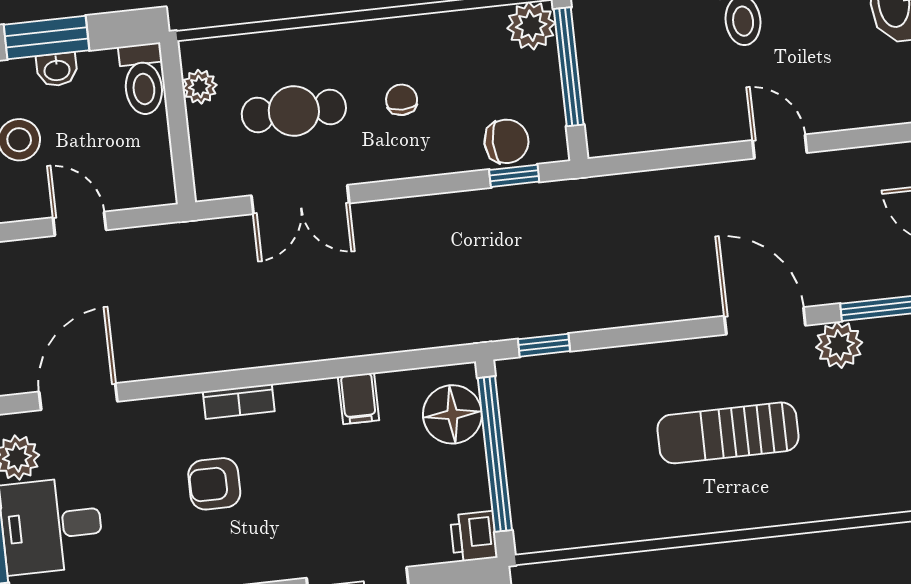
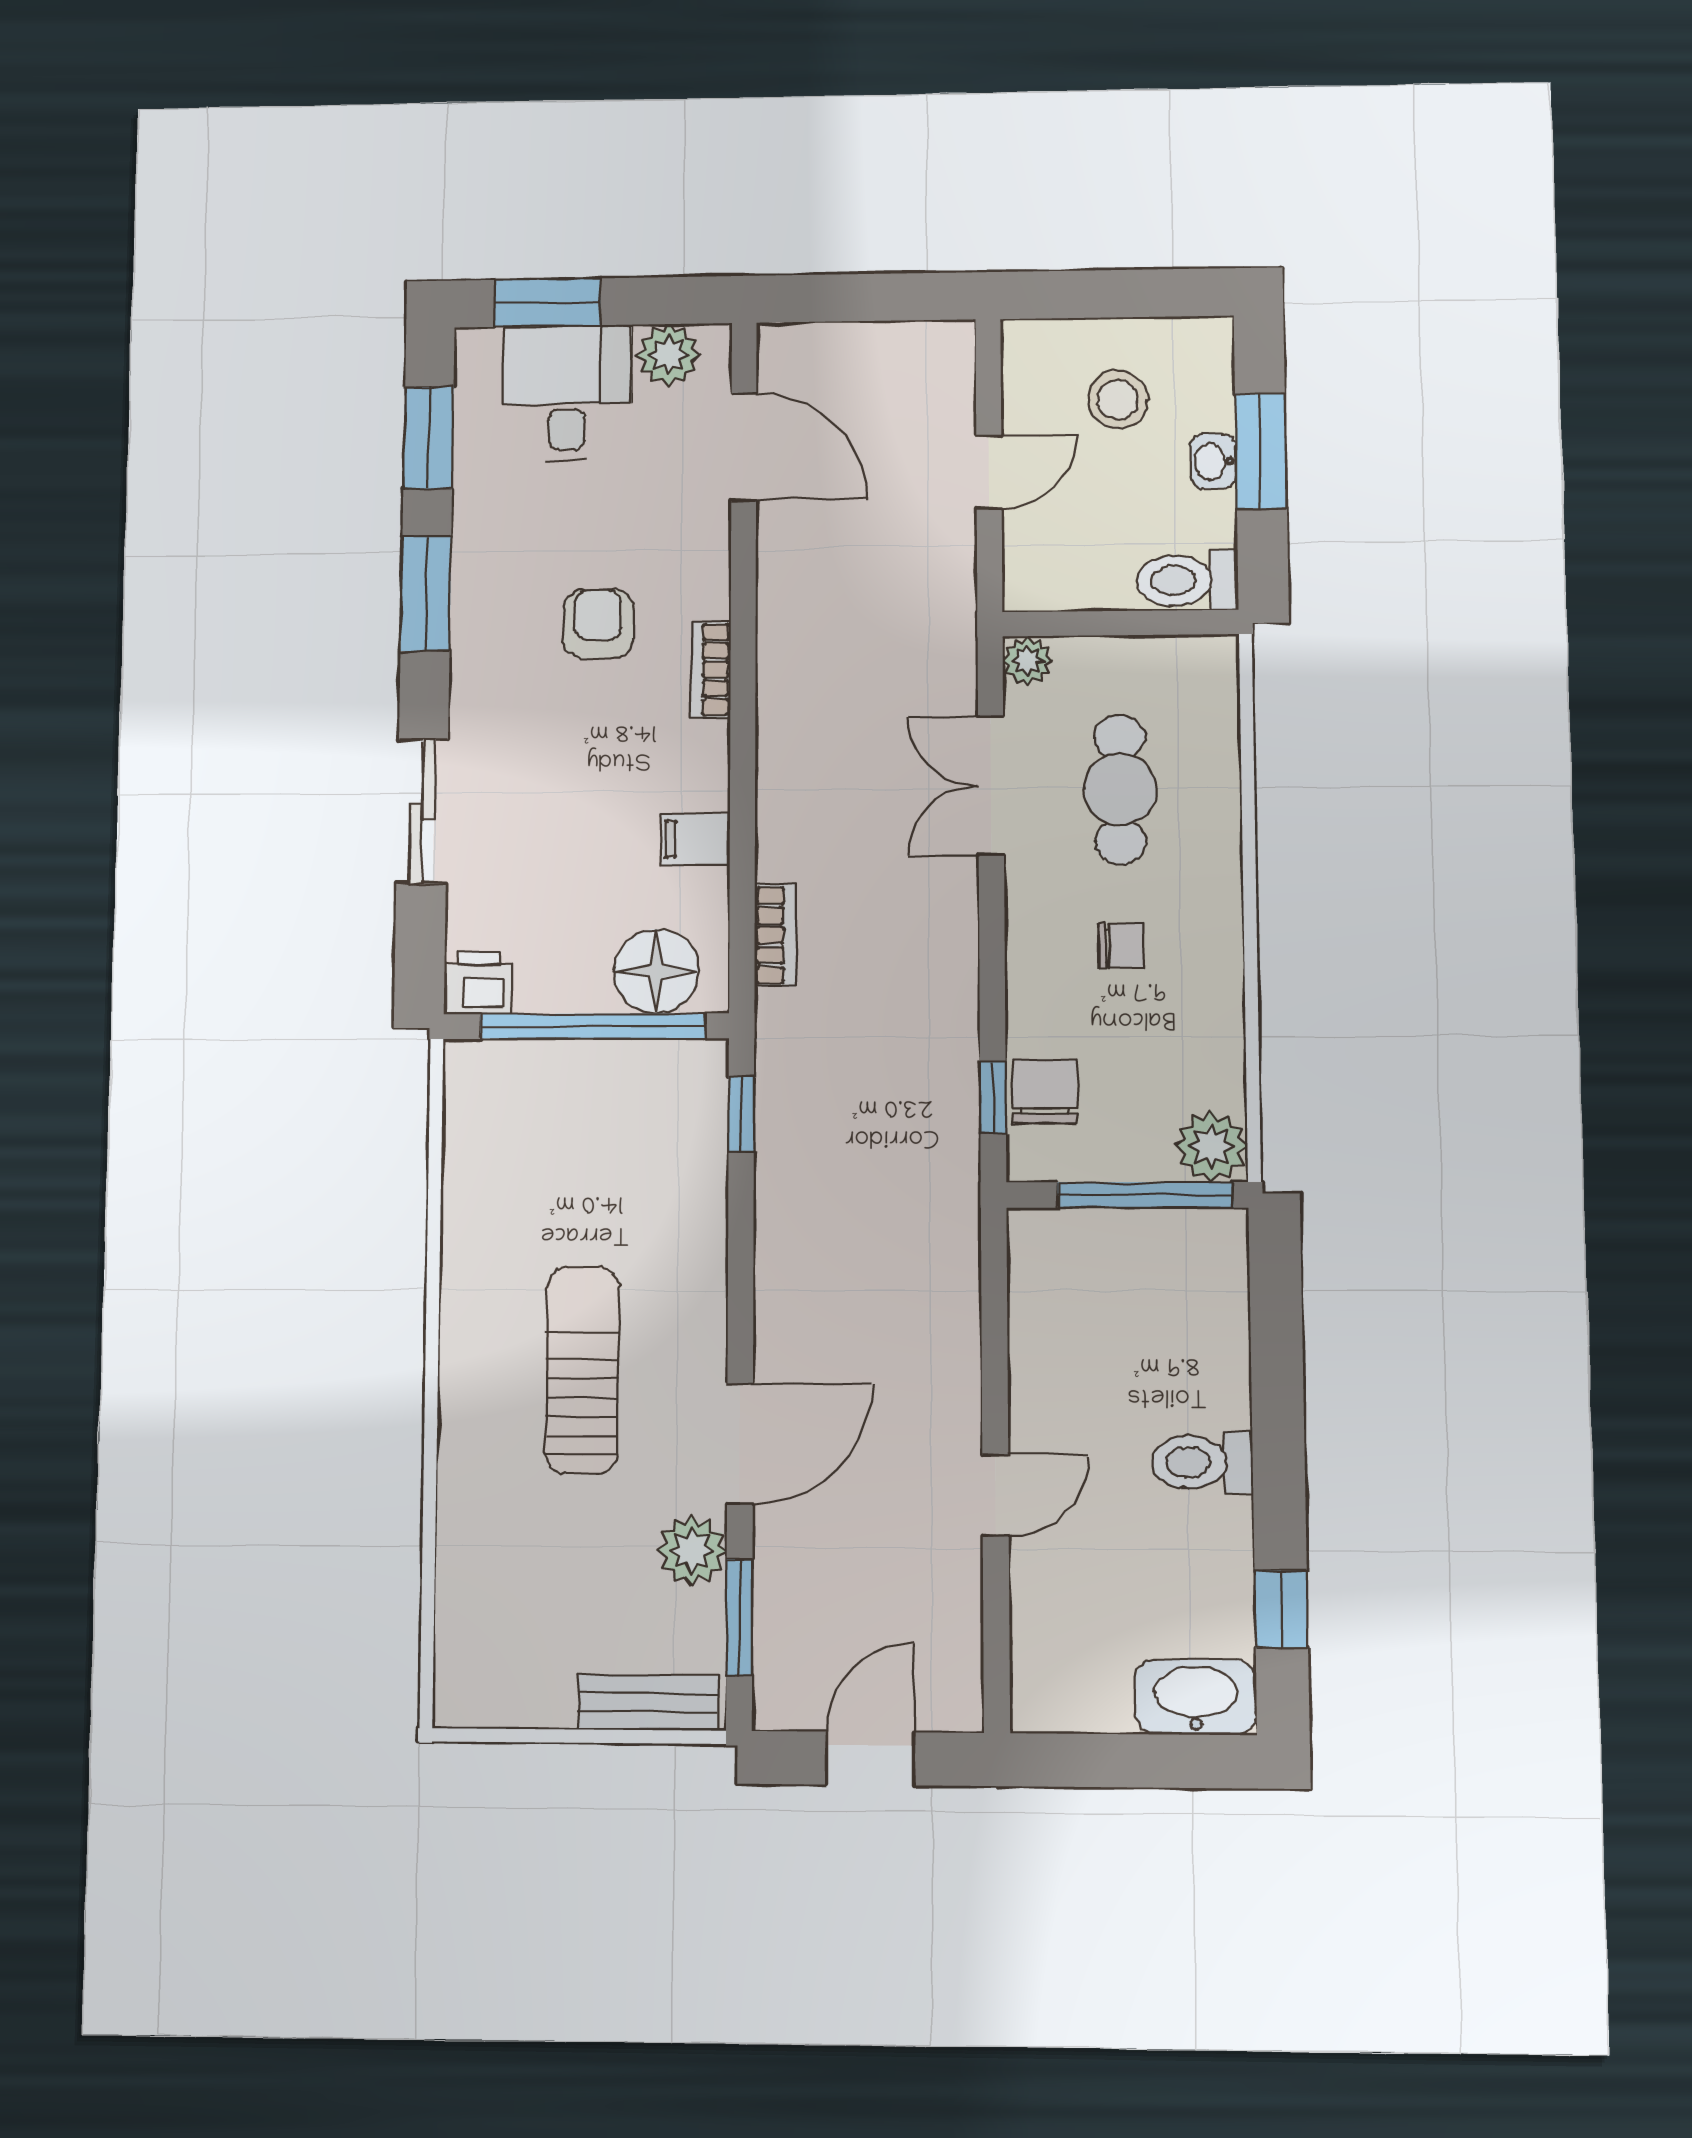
plant: (200, 87) -> (1028, 661), moved
chair: (506, 141) -> (1045, 1092), turned 180
bookcase: (419, 336) -> (775, 935), added

